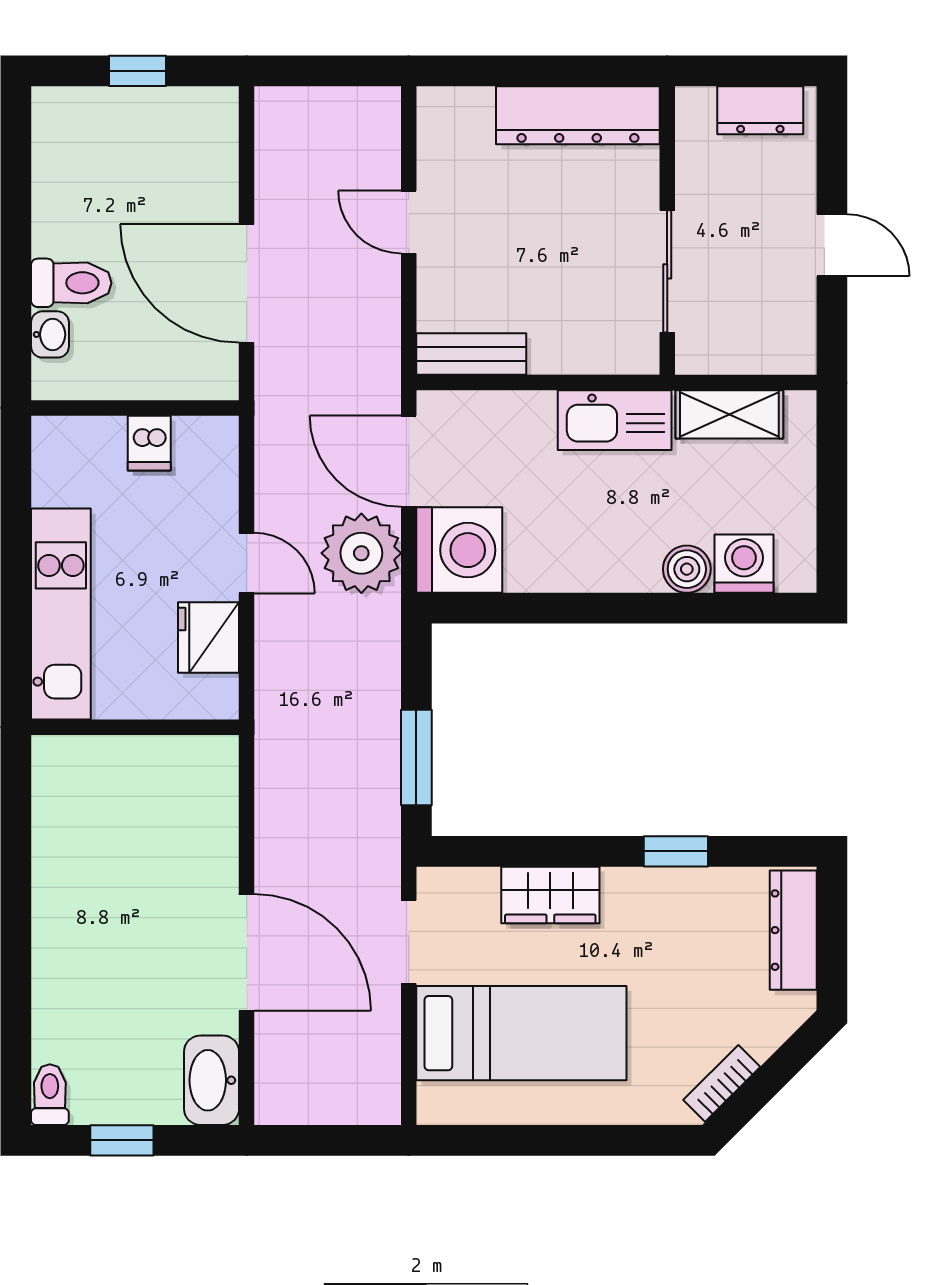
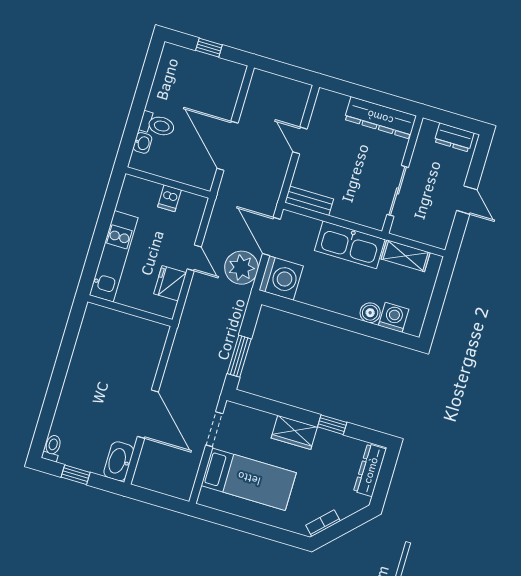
kitchen sink: (615, 420) -> (350, 245), width x1.36, depth x1.24
wardrobe: (550, 895) -> (294, 432), moved

